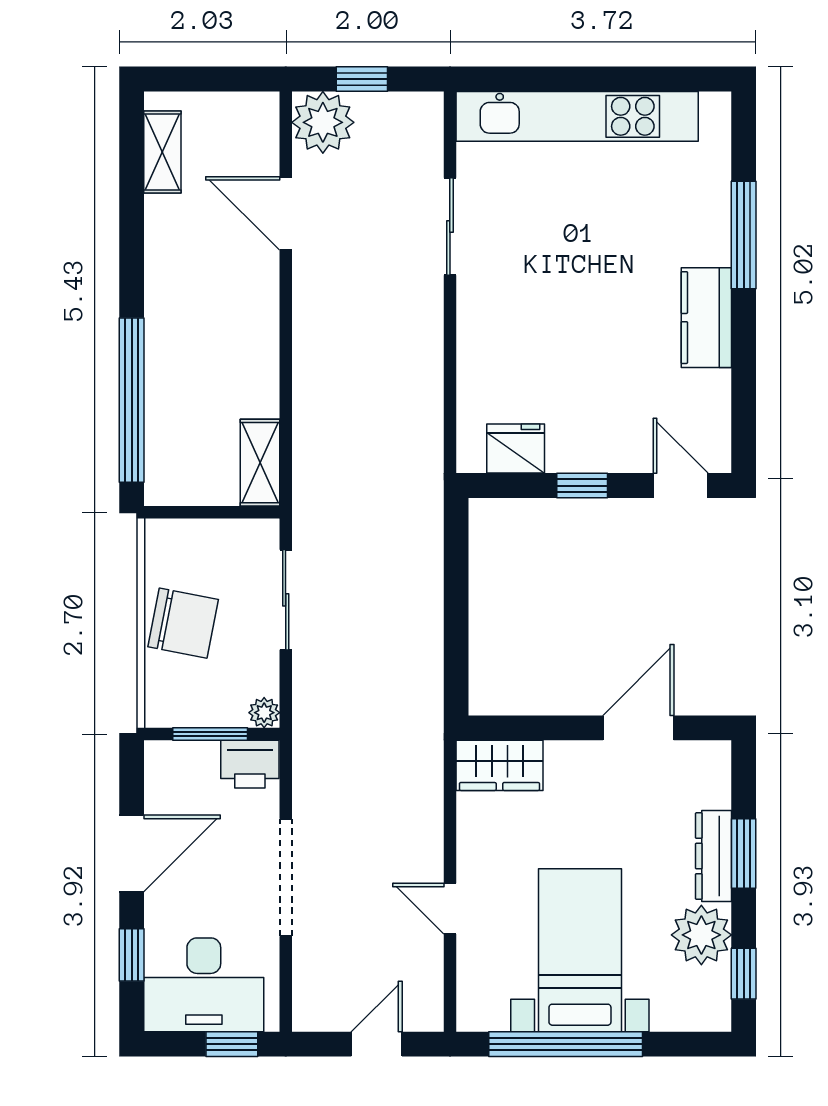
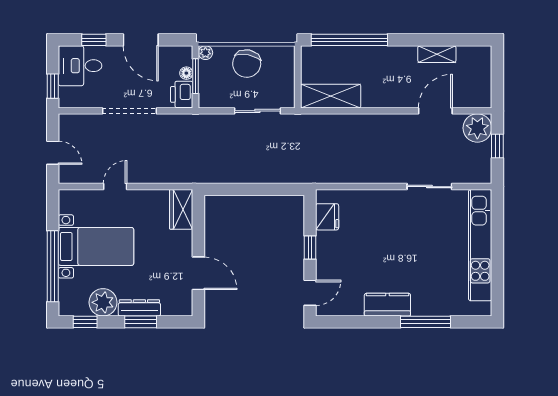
shelving: (162, 152) -> (437, 54), moved
shelving: (260, 463) -> (331, 96), width x1.50, depth x1.33
plant: (264, 713) -> (205, 53), moved
floor lamp: (204, 754) -> (186, 73), added
desk: (204, 985) -> (80, 66), width x0.73
window: (566, 1044) -> (53, 266), moved

